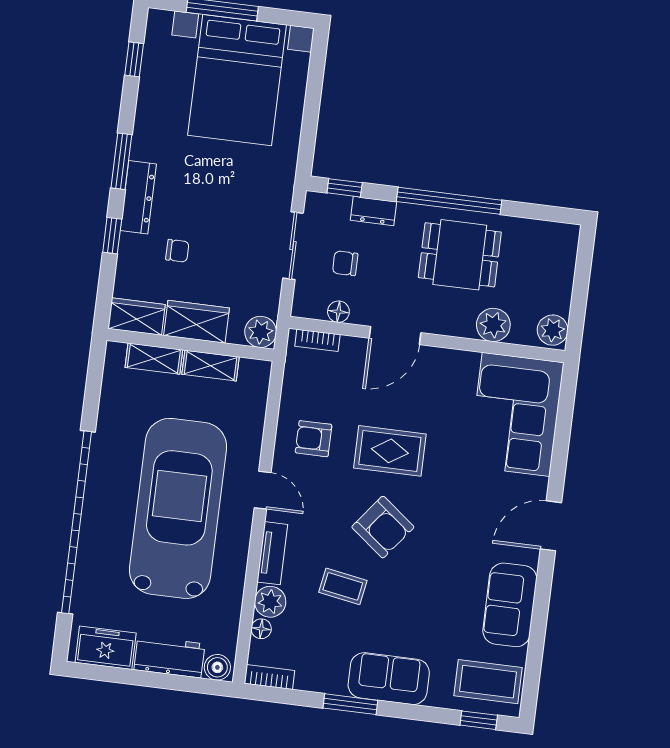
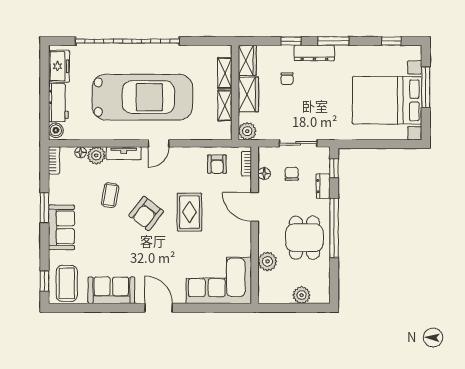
plant: (553, 330) -> (302, 295), moved
armchair: (314, 439) -> (217, 164), moved, turned 180

